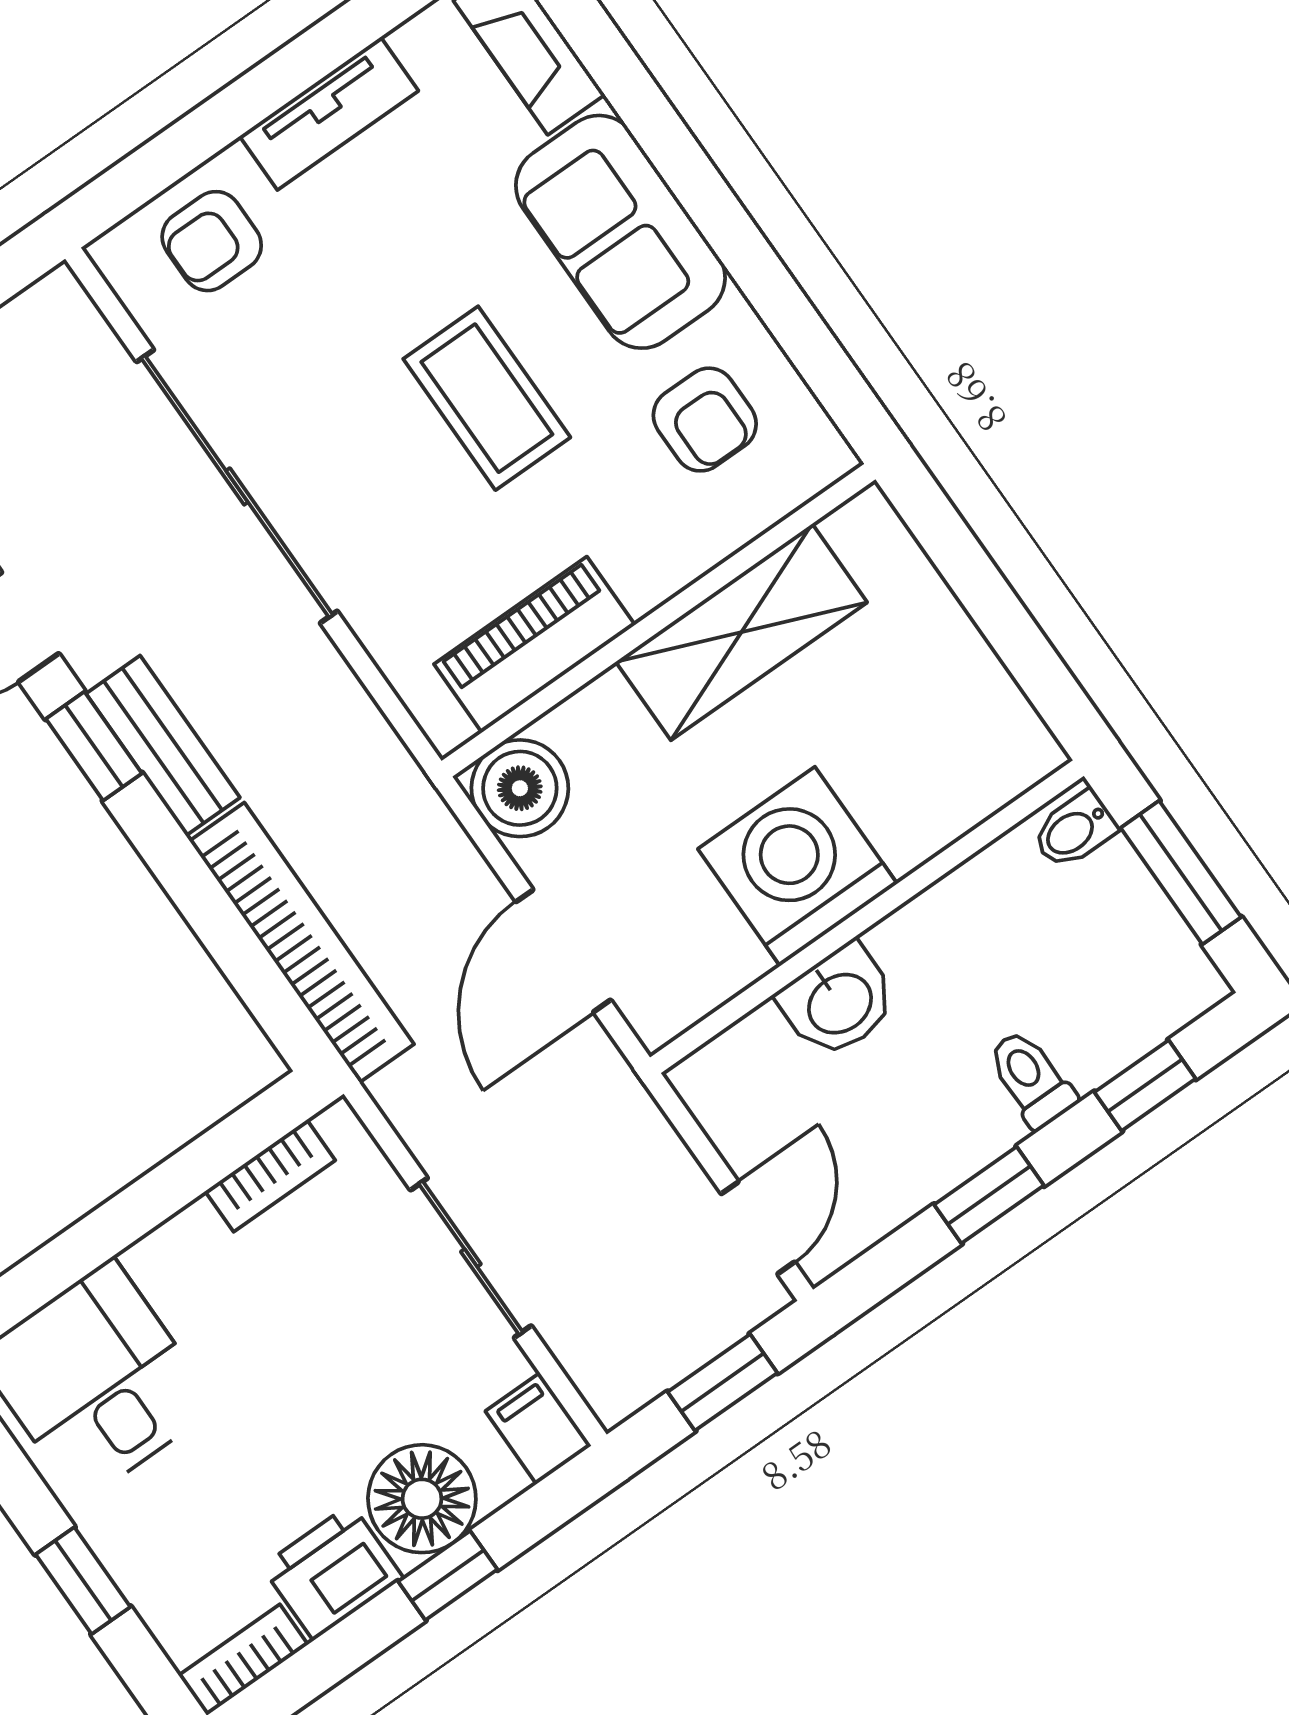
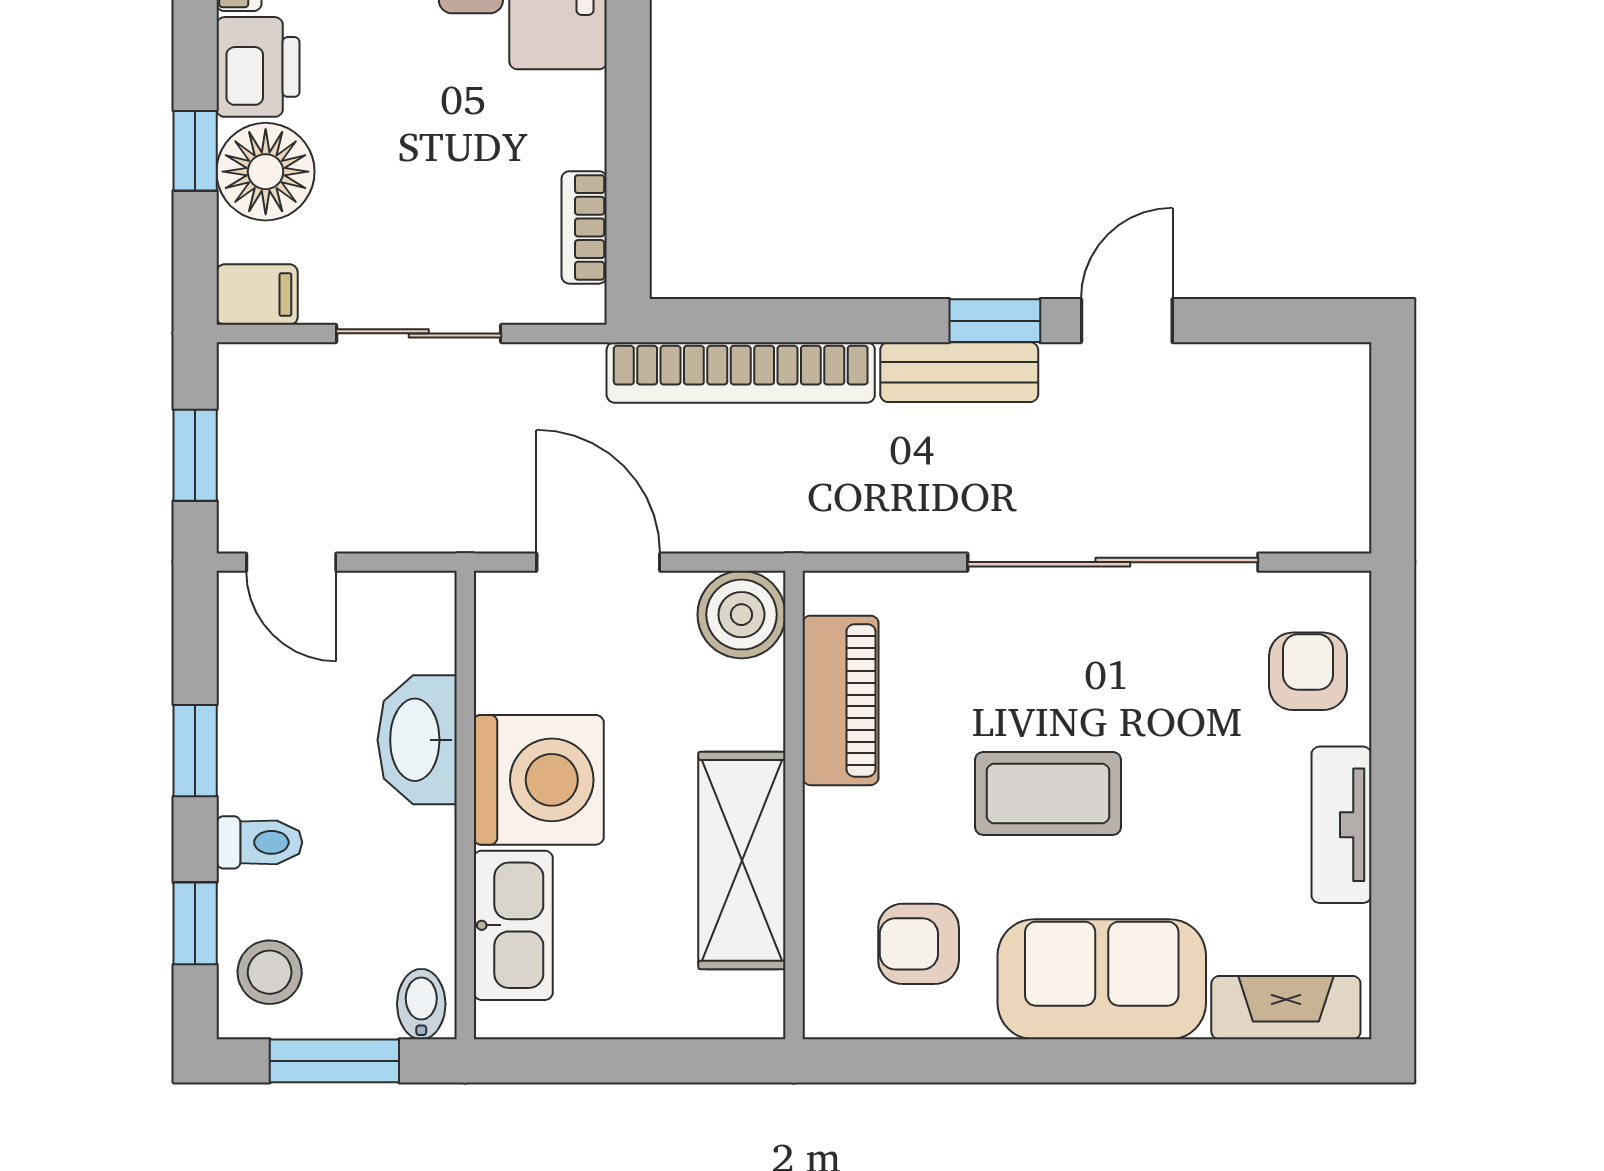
kitchen sink: (945, 797) -> (513, 925), added
stool: (1142, 987) -> (270, 972), added
washbasin: (839, 1002) -> (417, 740), width x1.38

